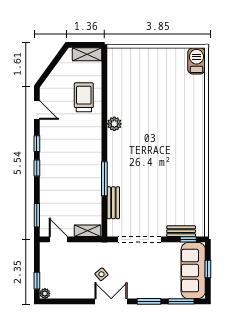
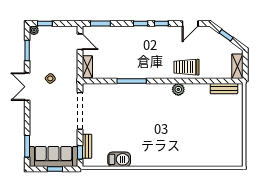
barbecue: (196, 61) -> (119, 159), moved
window: (51, 68) -> (226, 35), added
trolley: (84, 97) -> (187, 67), moved, turned 180
bench: (113, 203) -> (224, 89), moved
door: (58, 239) -> (80, 42), hinge flipped
double door: (111, 301) -> (27, 87), swing flipped
window: (149, 301) -> (27, 51), moved

